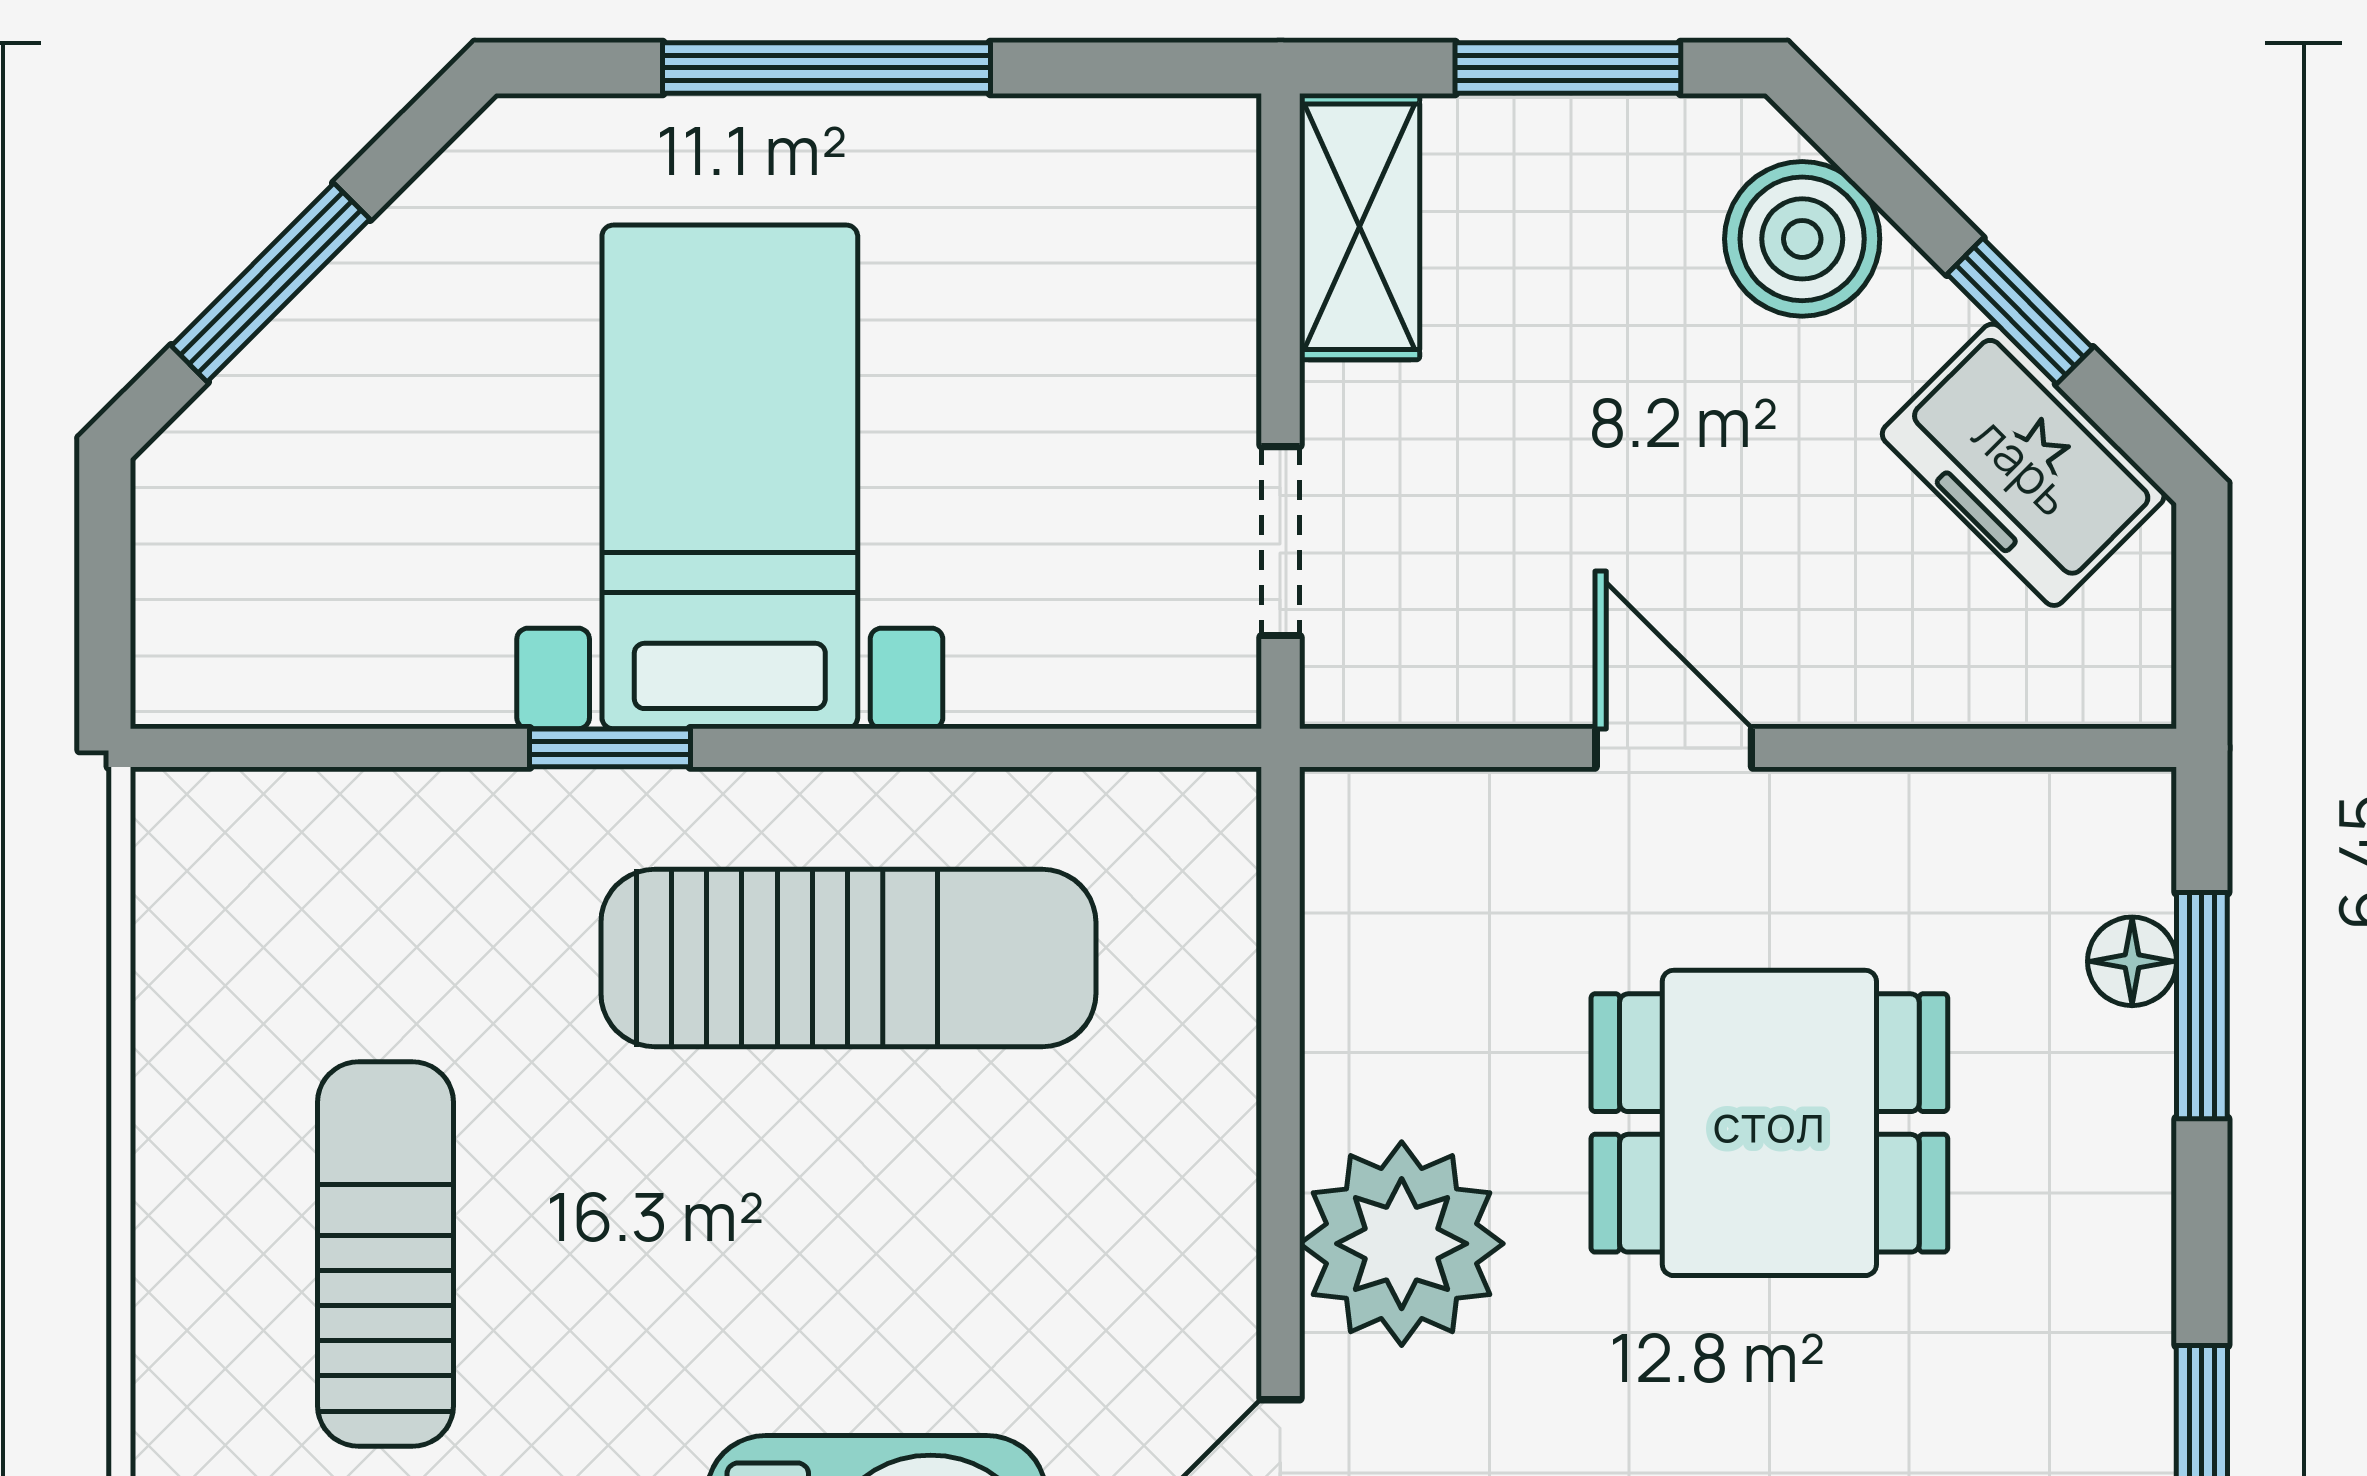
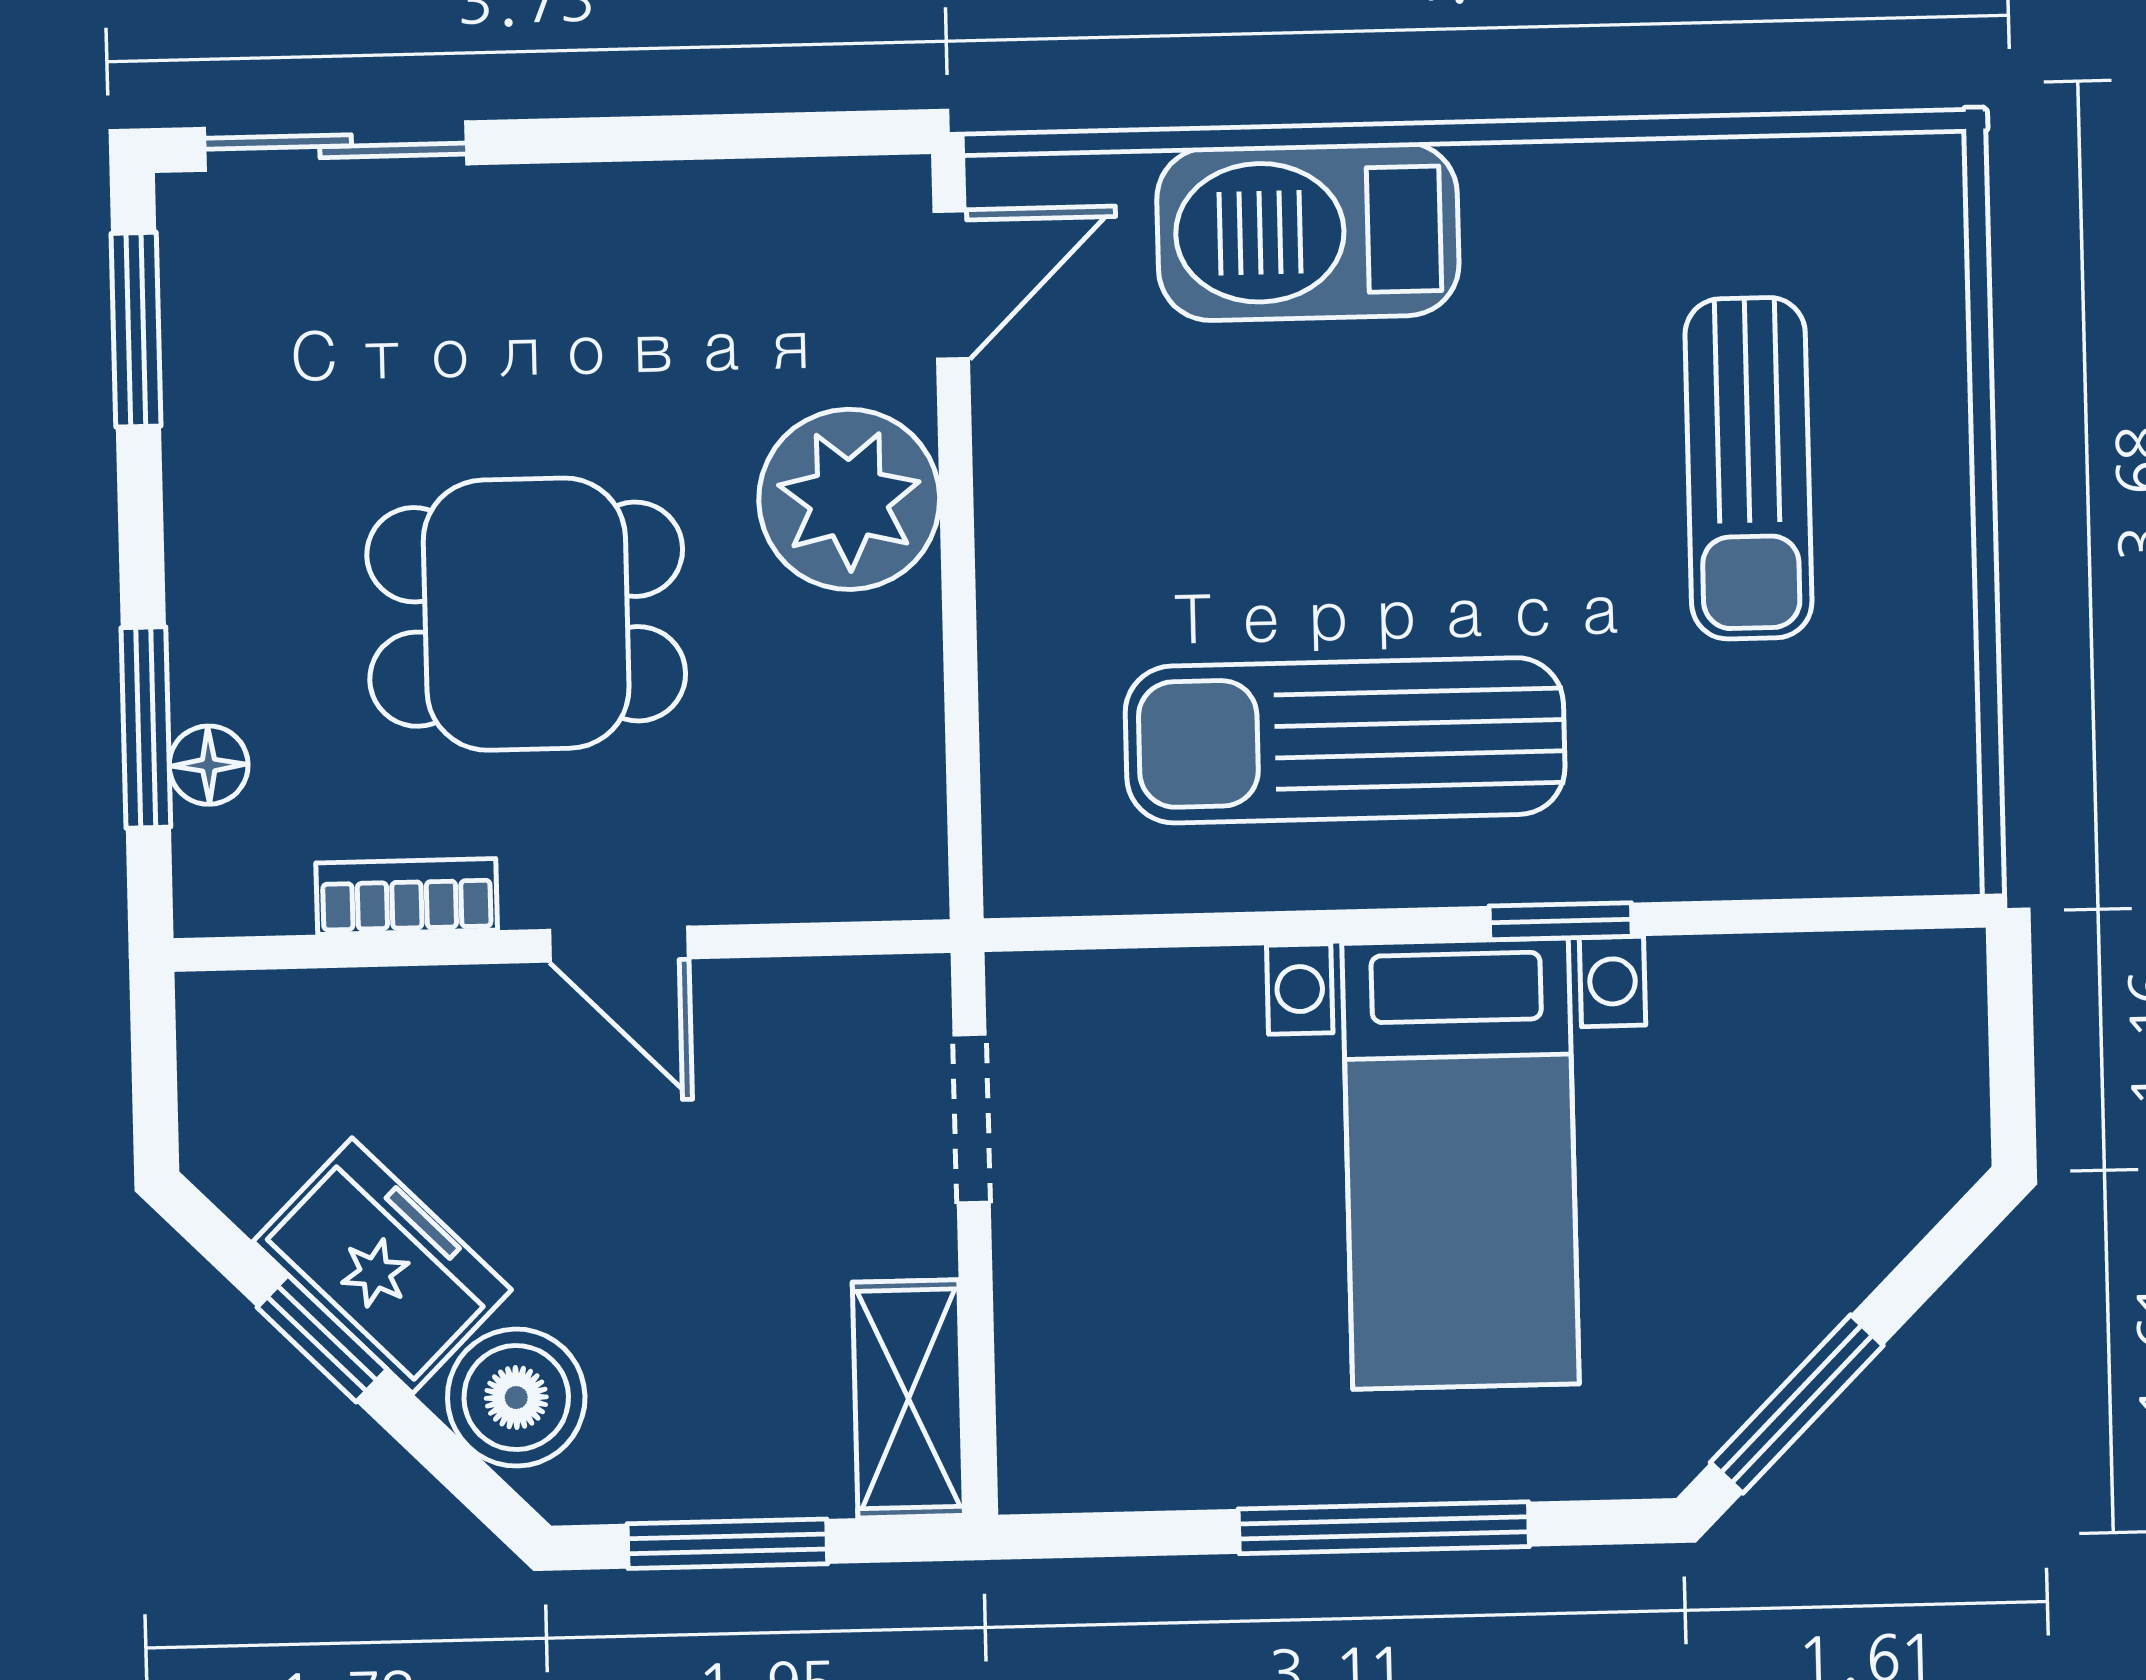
window: (271, 282) -> (1797, 1404), moved
freezer: (2023, 465) -> (382, 1266), moved
bookcase: (1912, 808) -> (407, 897), added

